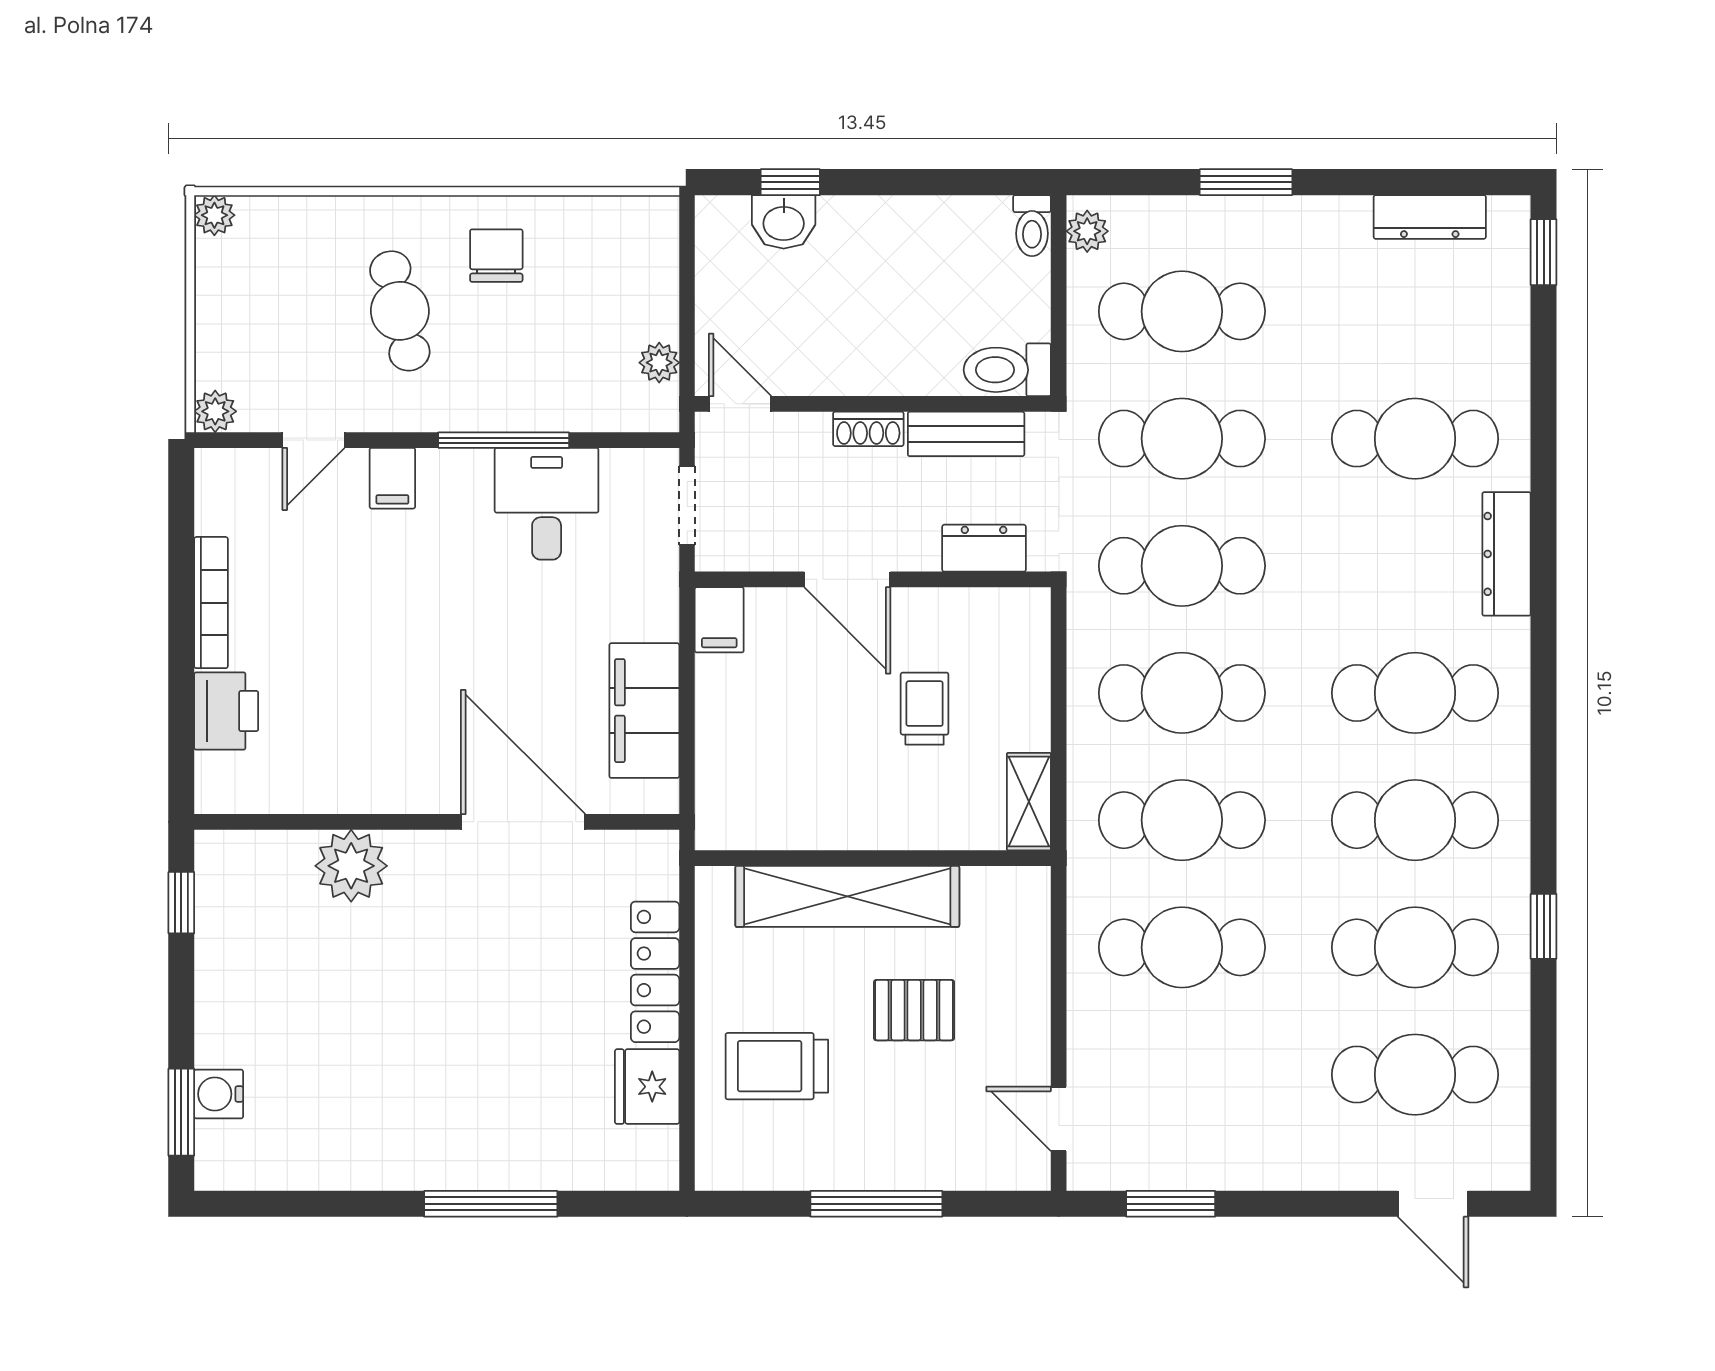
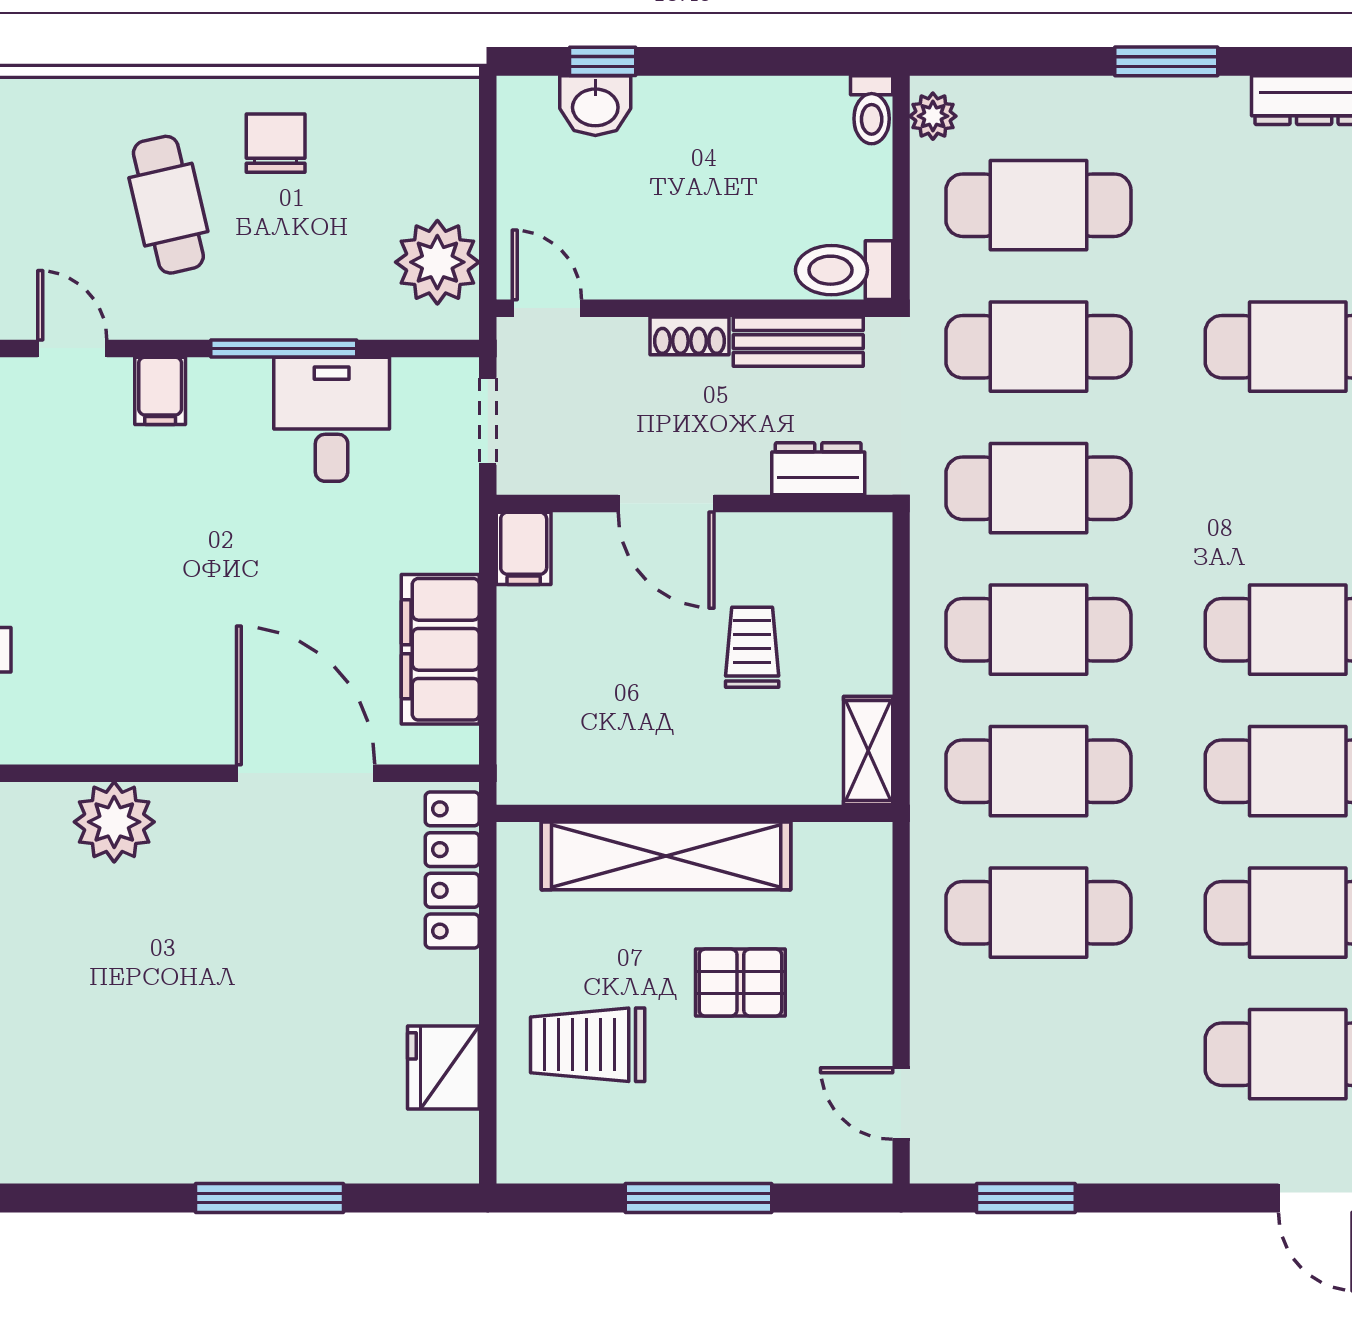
window: (1246, 182) -> (1166, 61), moved
plant: (659, 363) -> (437, 262), width x1.88, depth x1.88
door: (314, 440) -> (72, 348), swing flipped
locker: (655, 972) -> (452, 870), moved

